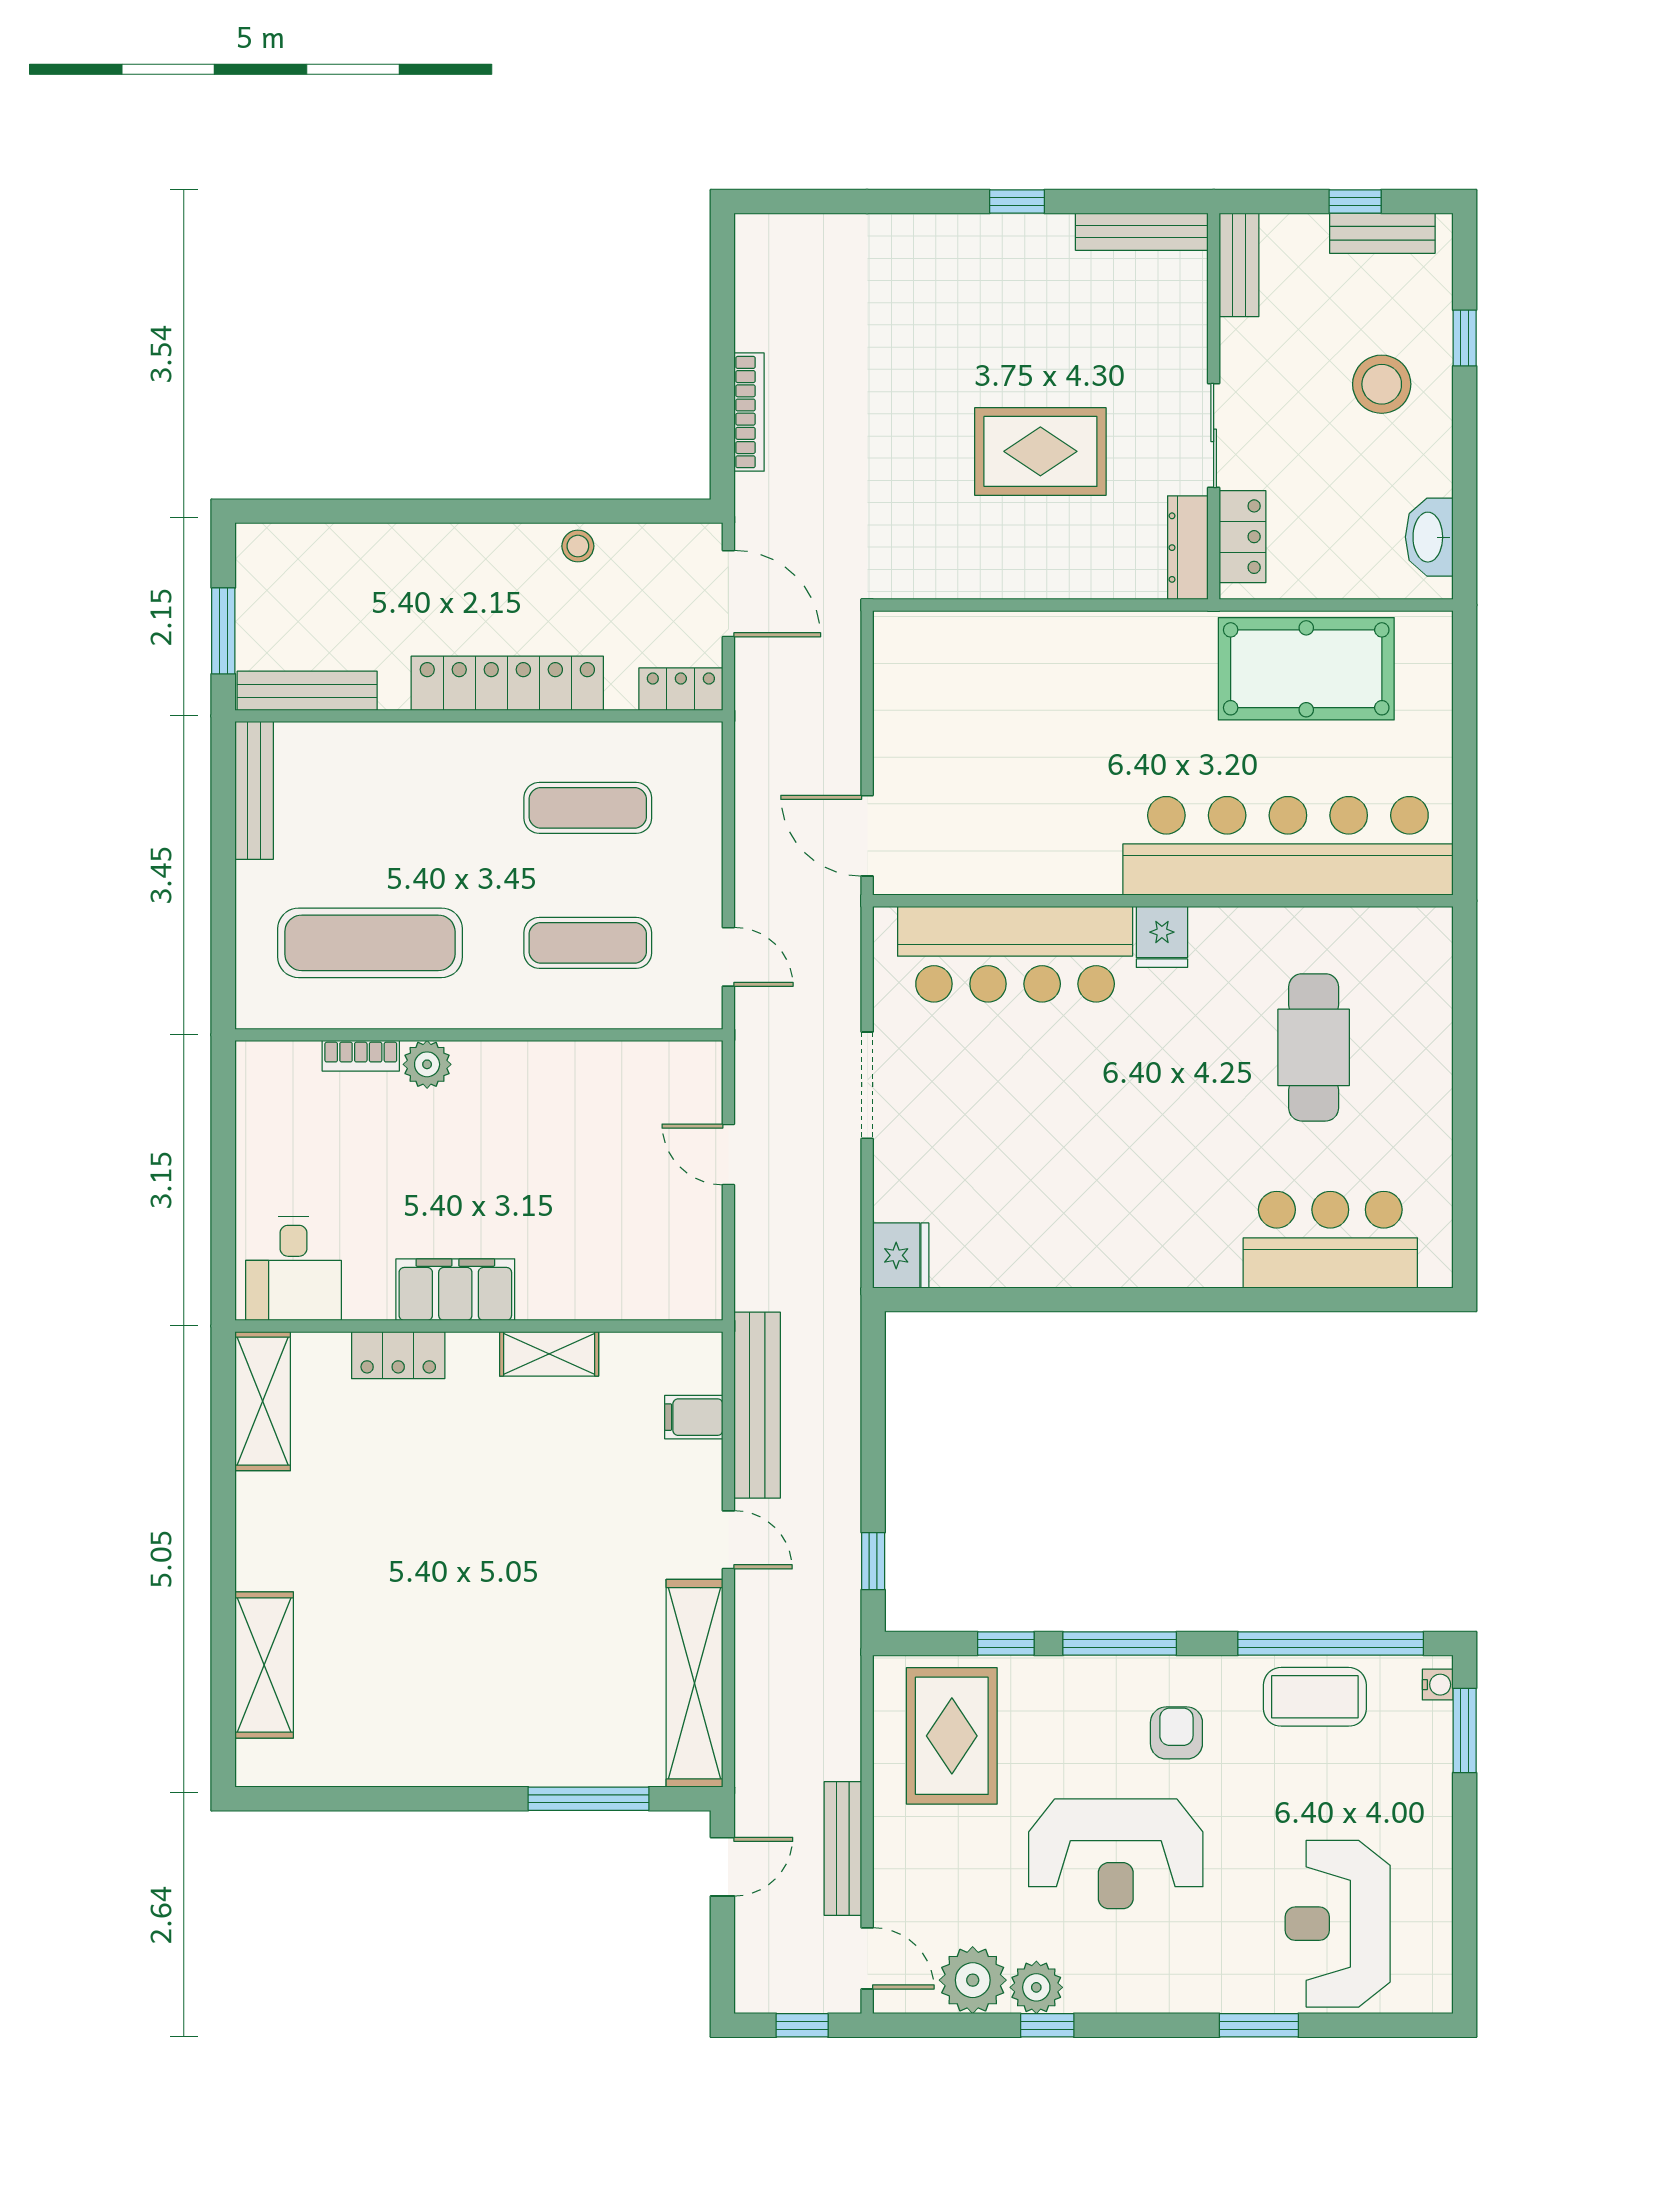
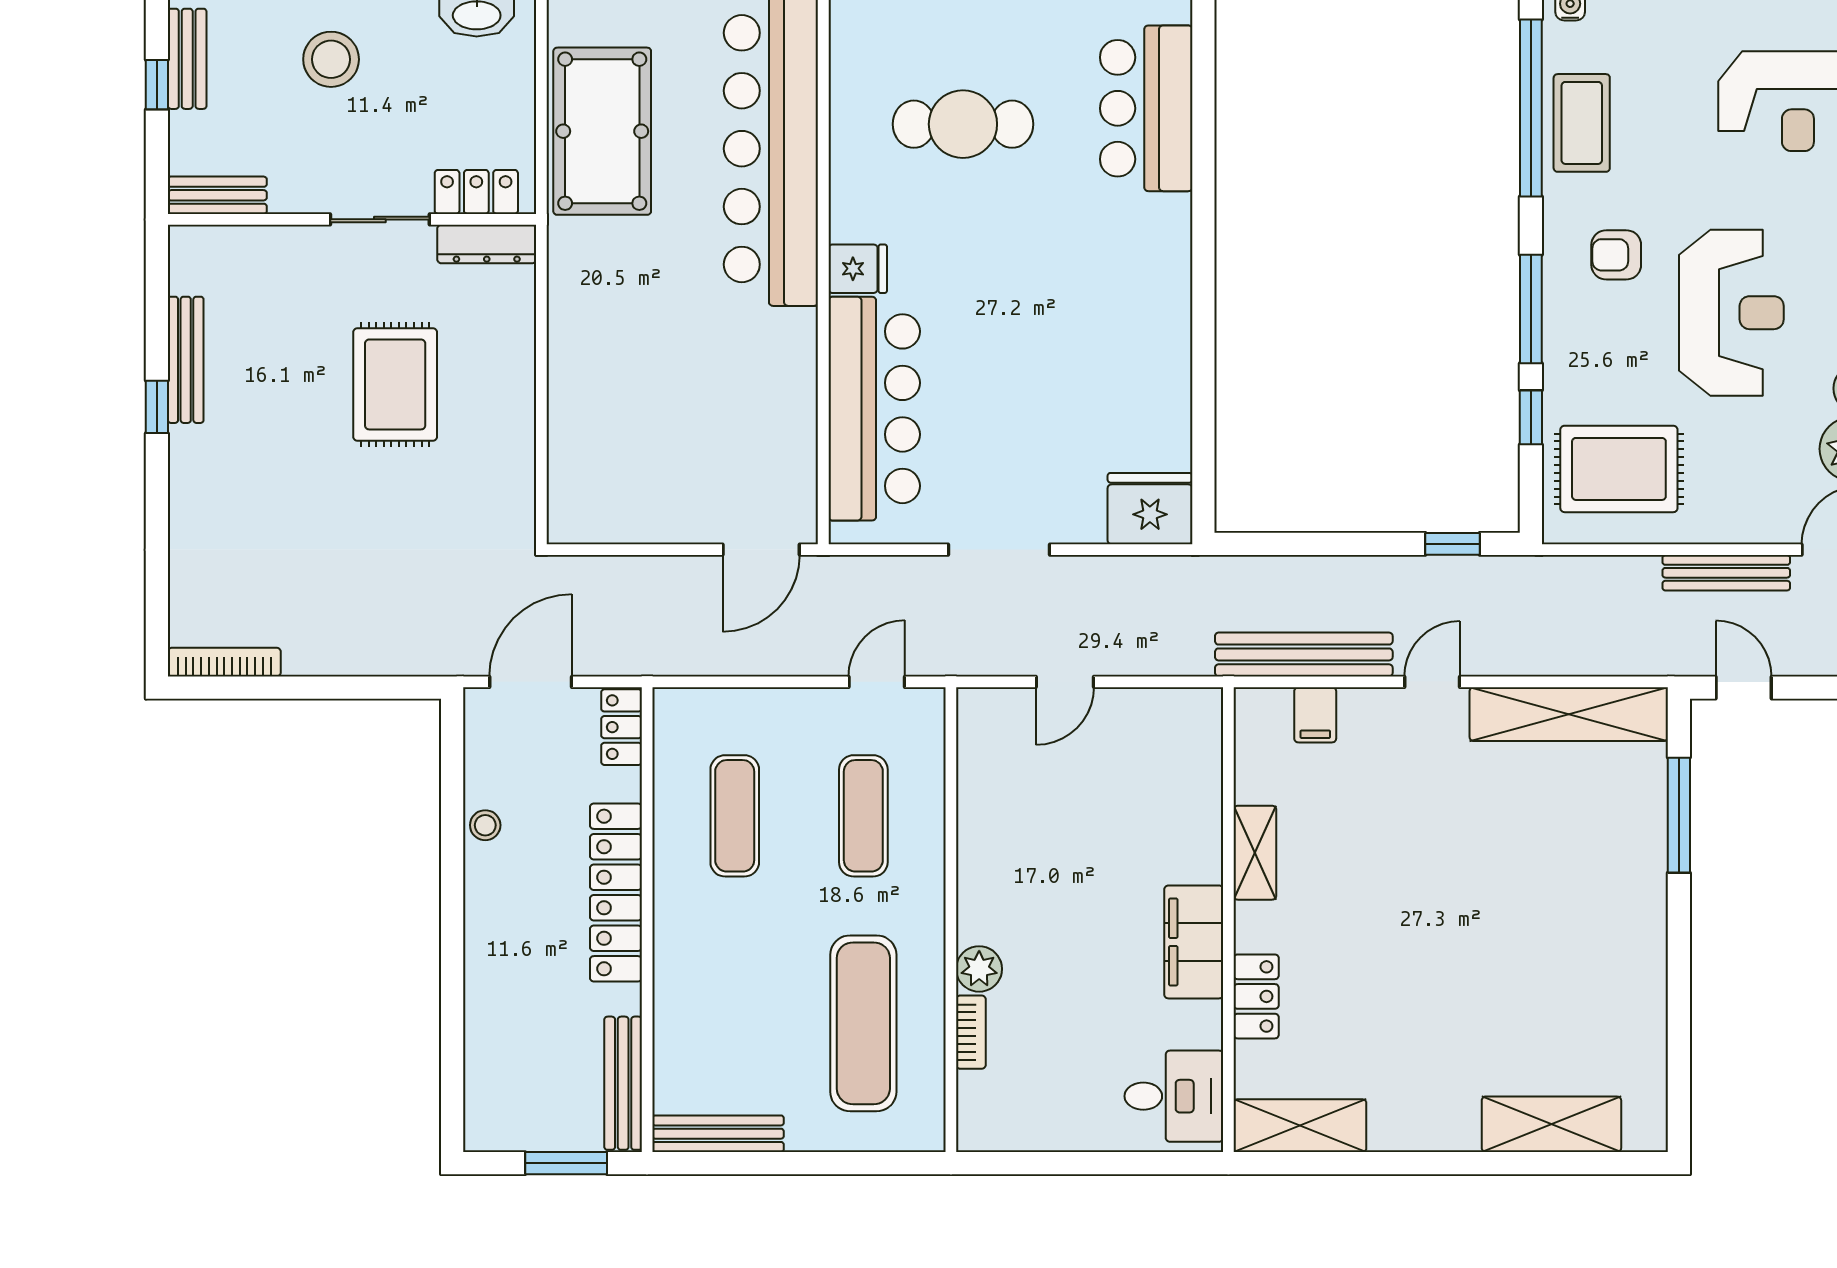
bench: (1142, 232) -> (186, 360), moved
bookcase: (749, 412) -> (224, 662), moved
fridge: (901, 1255) -> (1150, 509), width x1.36, depth x1.34

